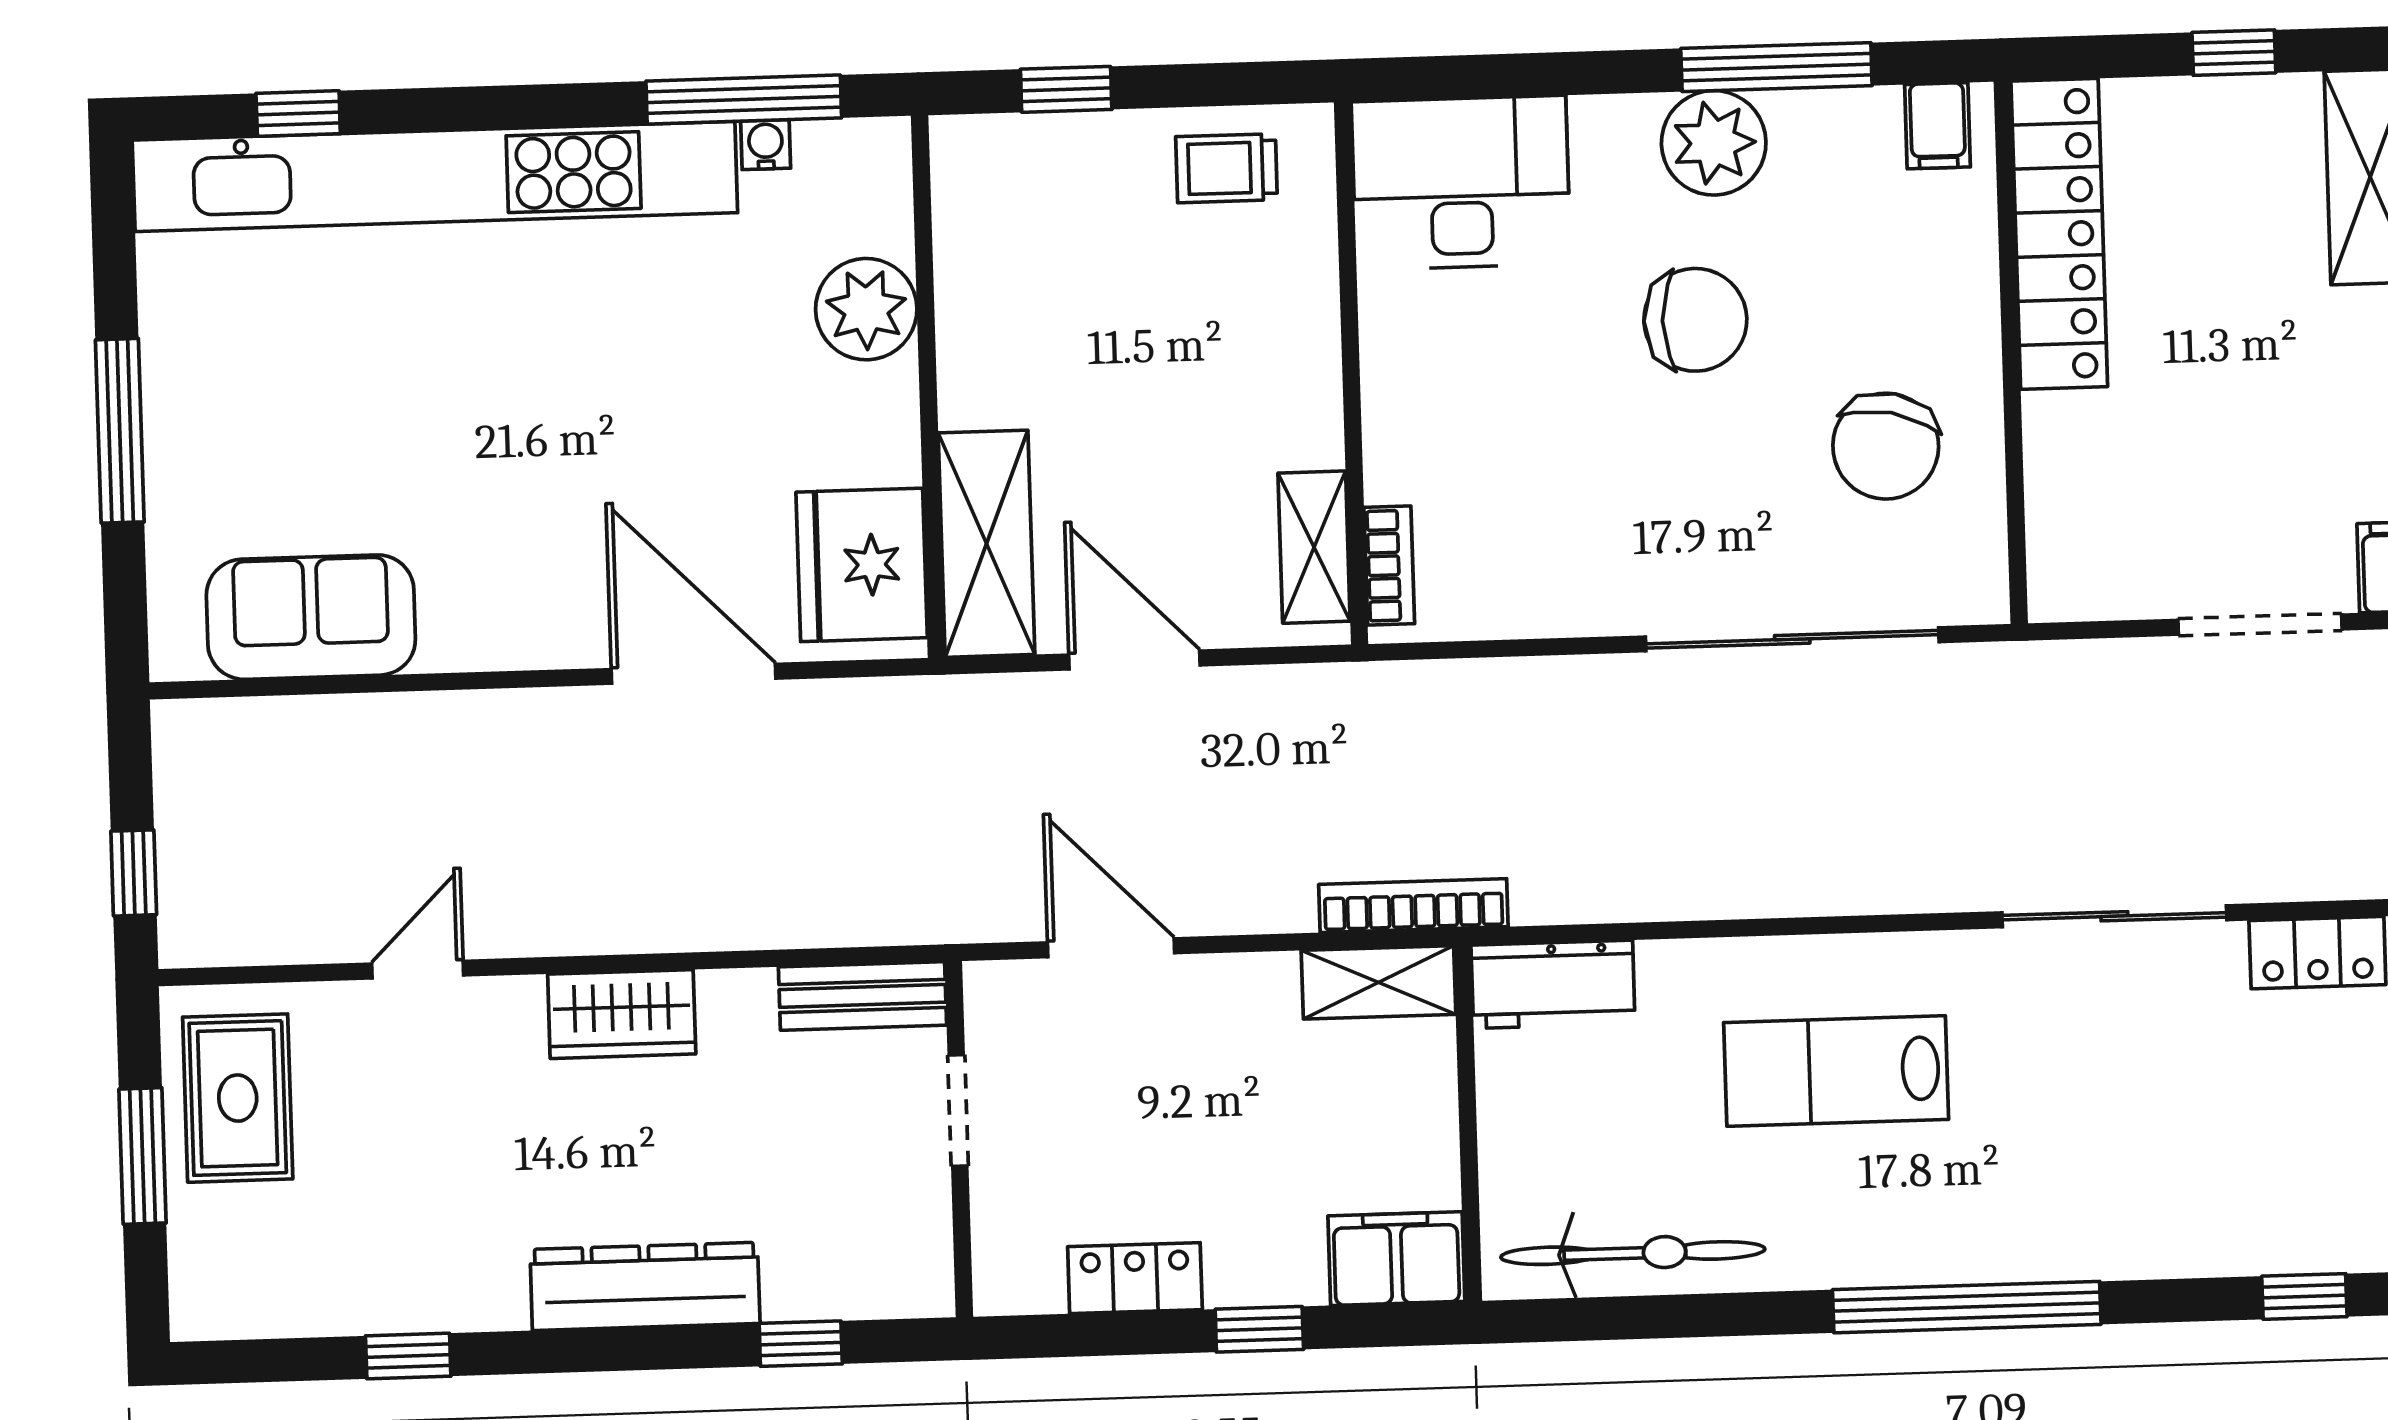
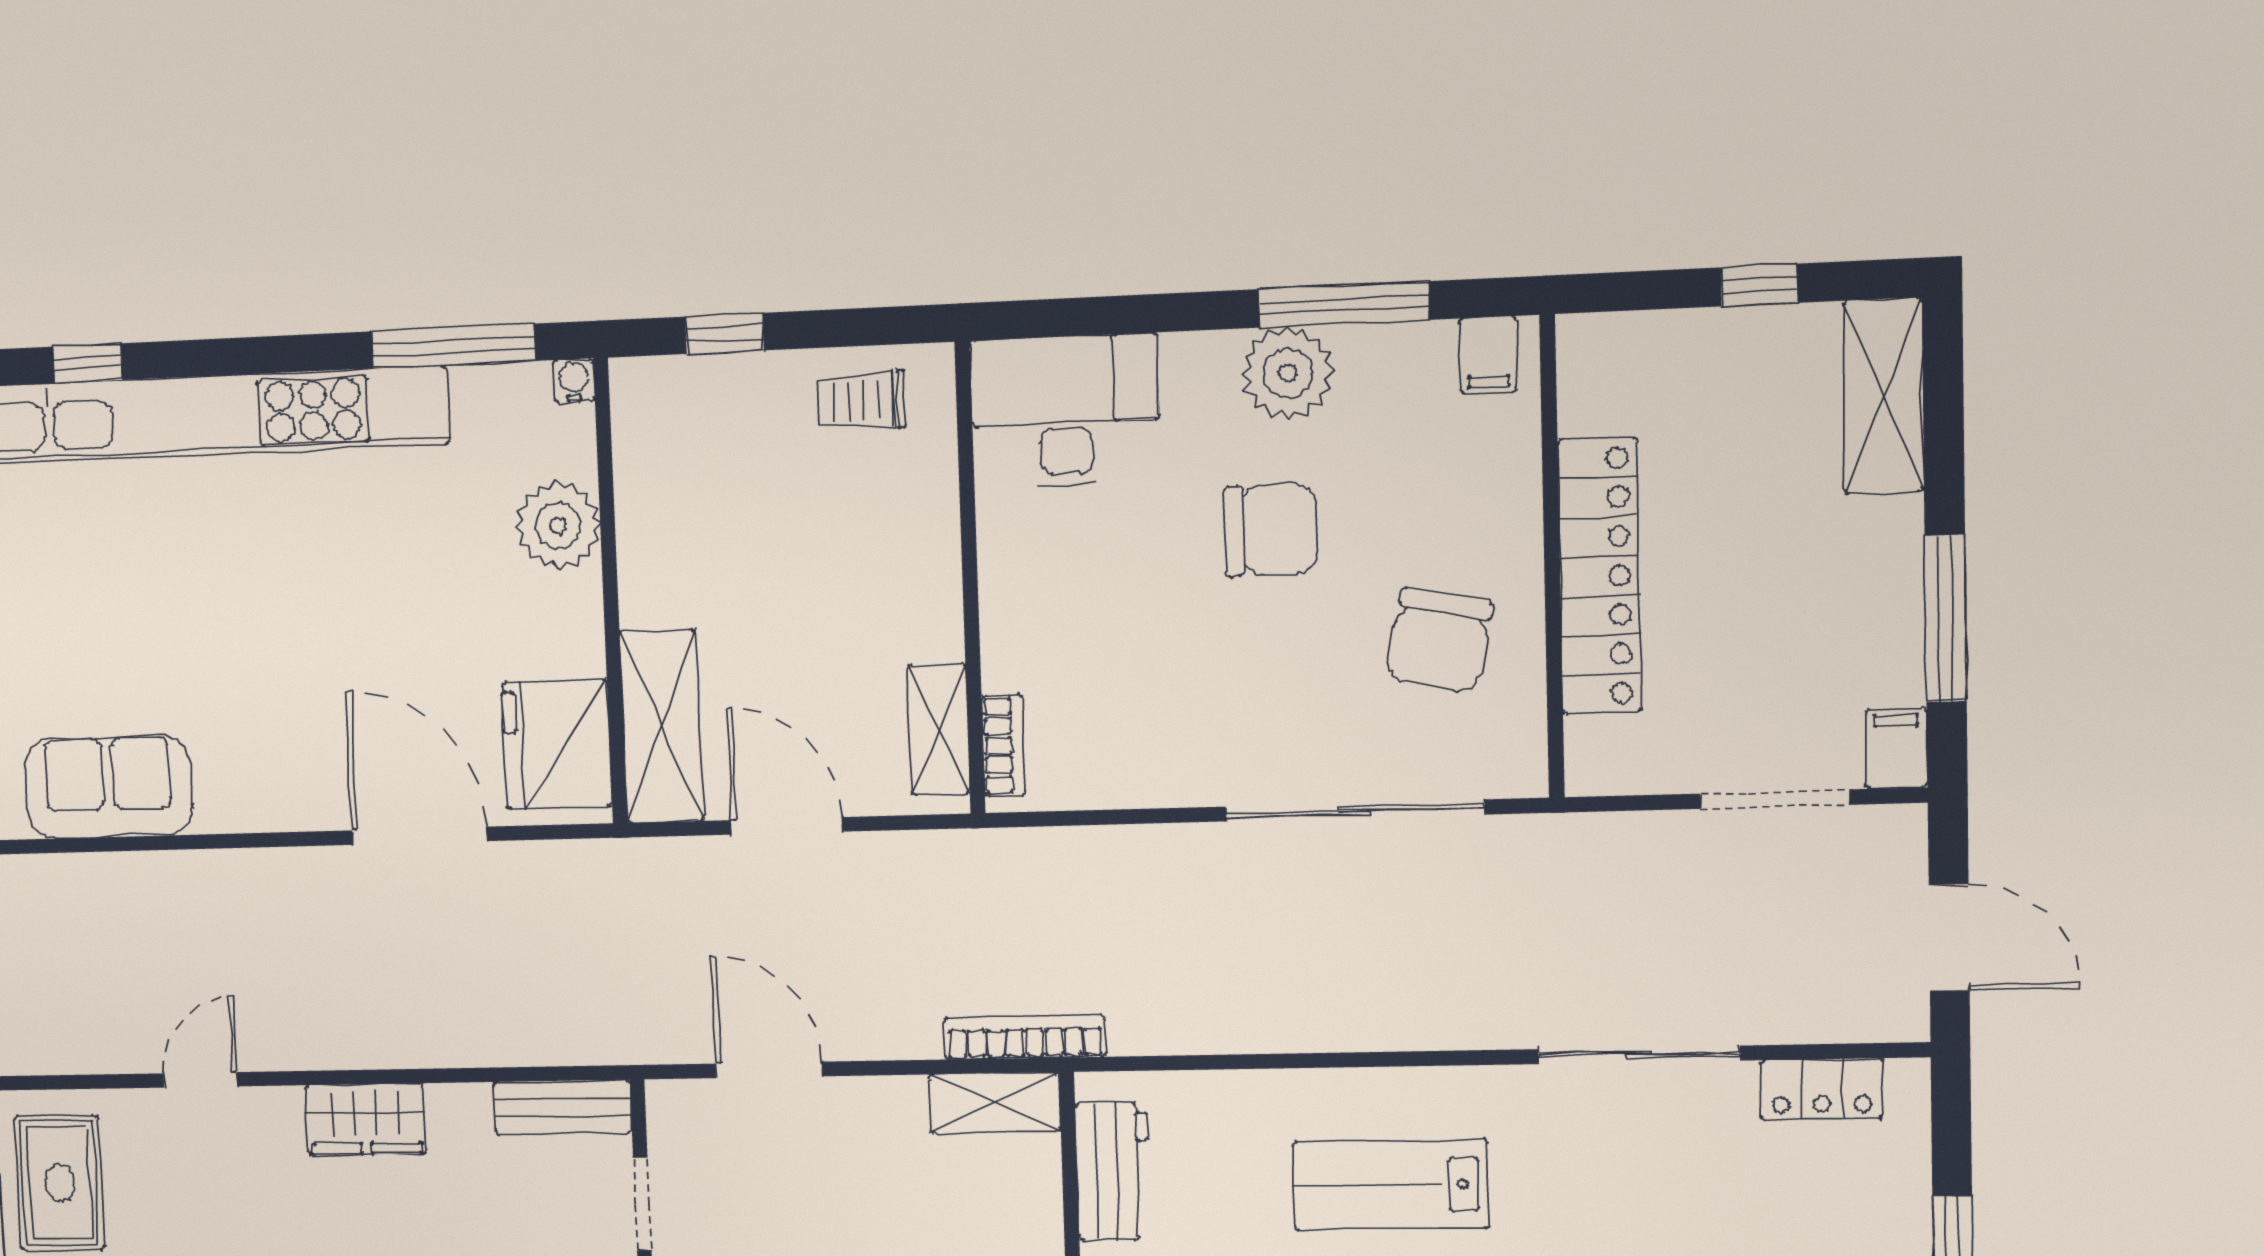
water cooler: (766, 145) -> (574, 380), moved
locker: (2059, 234) -> (1600, 576), moved
workbench: (1553, 984) -> (1113, 1171), moved, turned -90

